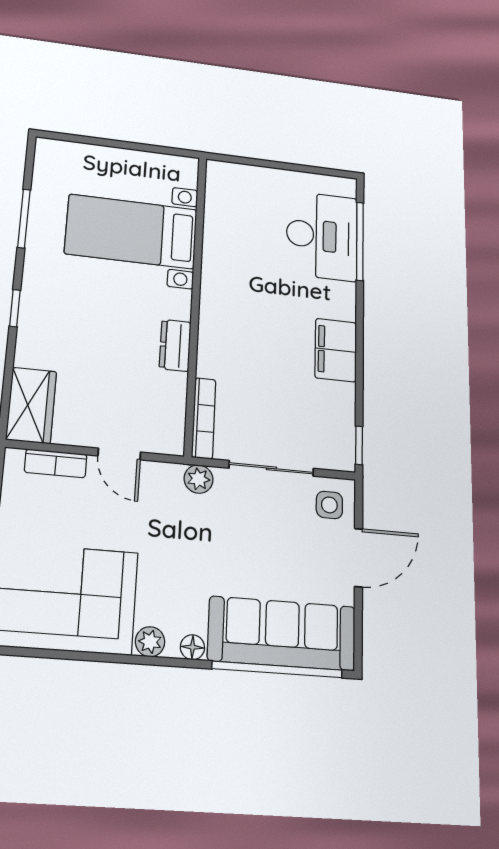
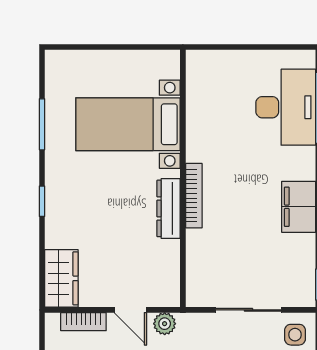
dresser: (175, 345) -> (169, 208), width x1.44
bookcase: (204, 418) -> (194, 196), moved
plant: (199, 479) -> (165, 324), moved

